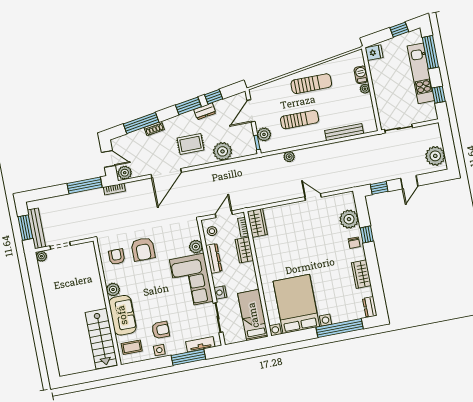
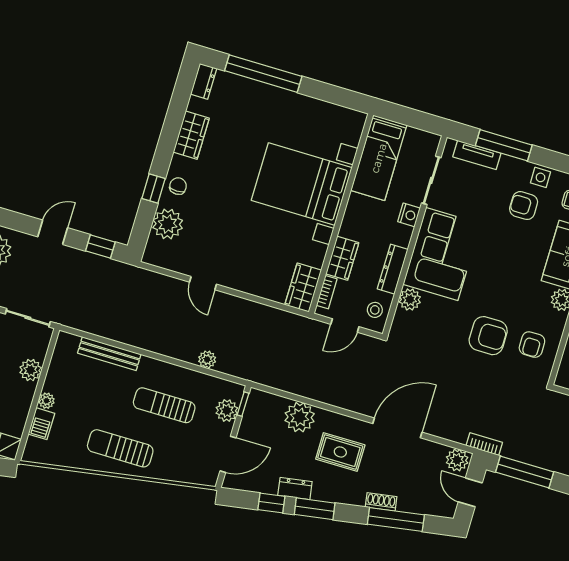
plant: (382, 101) -> (31, 370), added
armchair: (143, 249) -> (488, 336), turned 90
bed with nightstands: (296, 304) -> (302, 184), moved, turned 90

